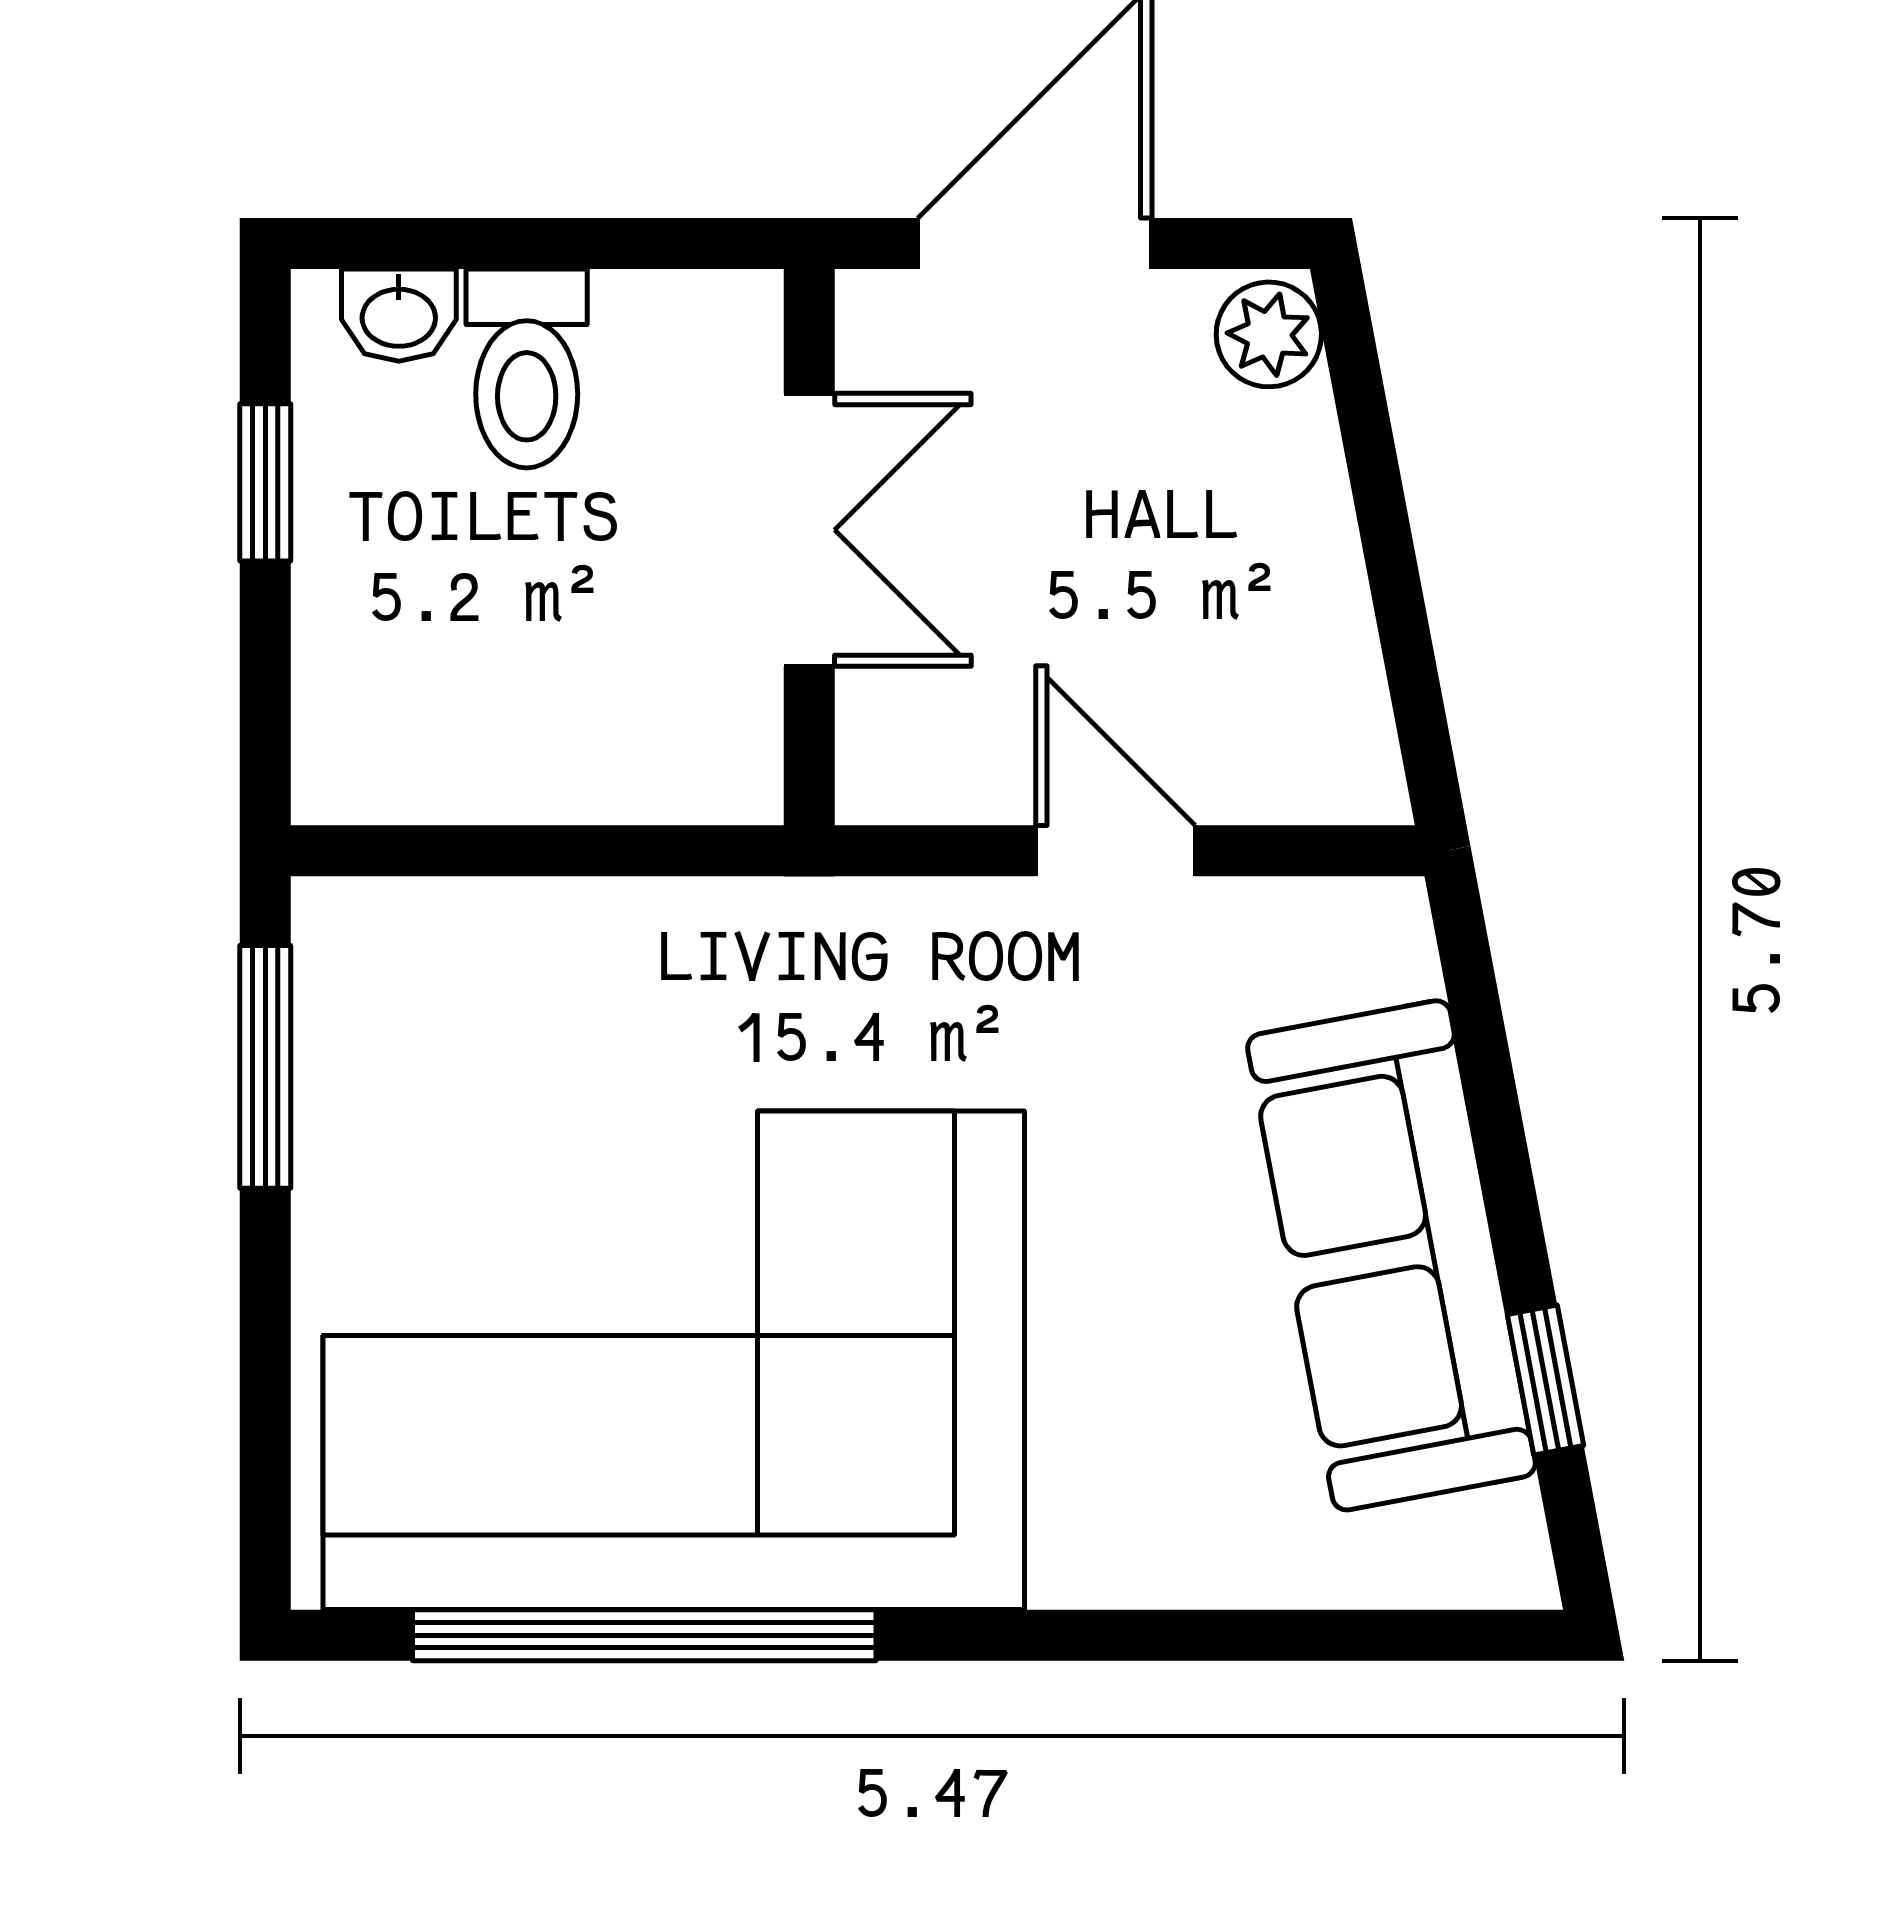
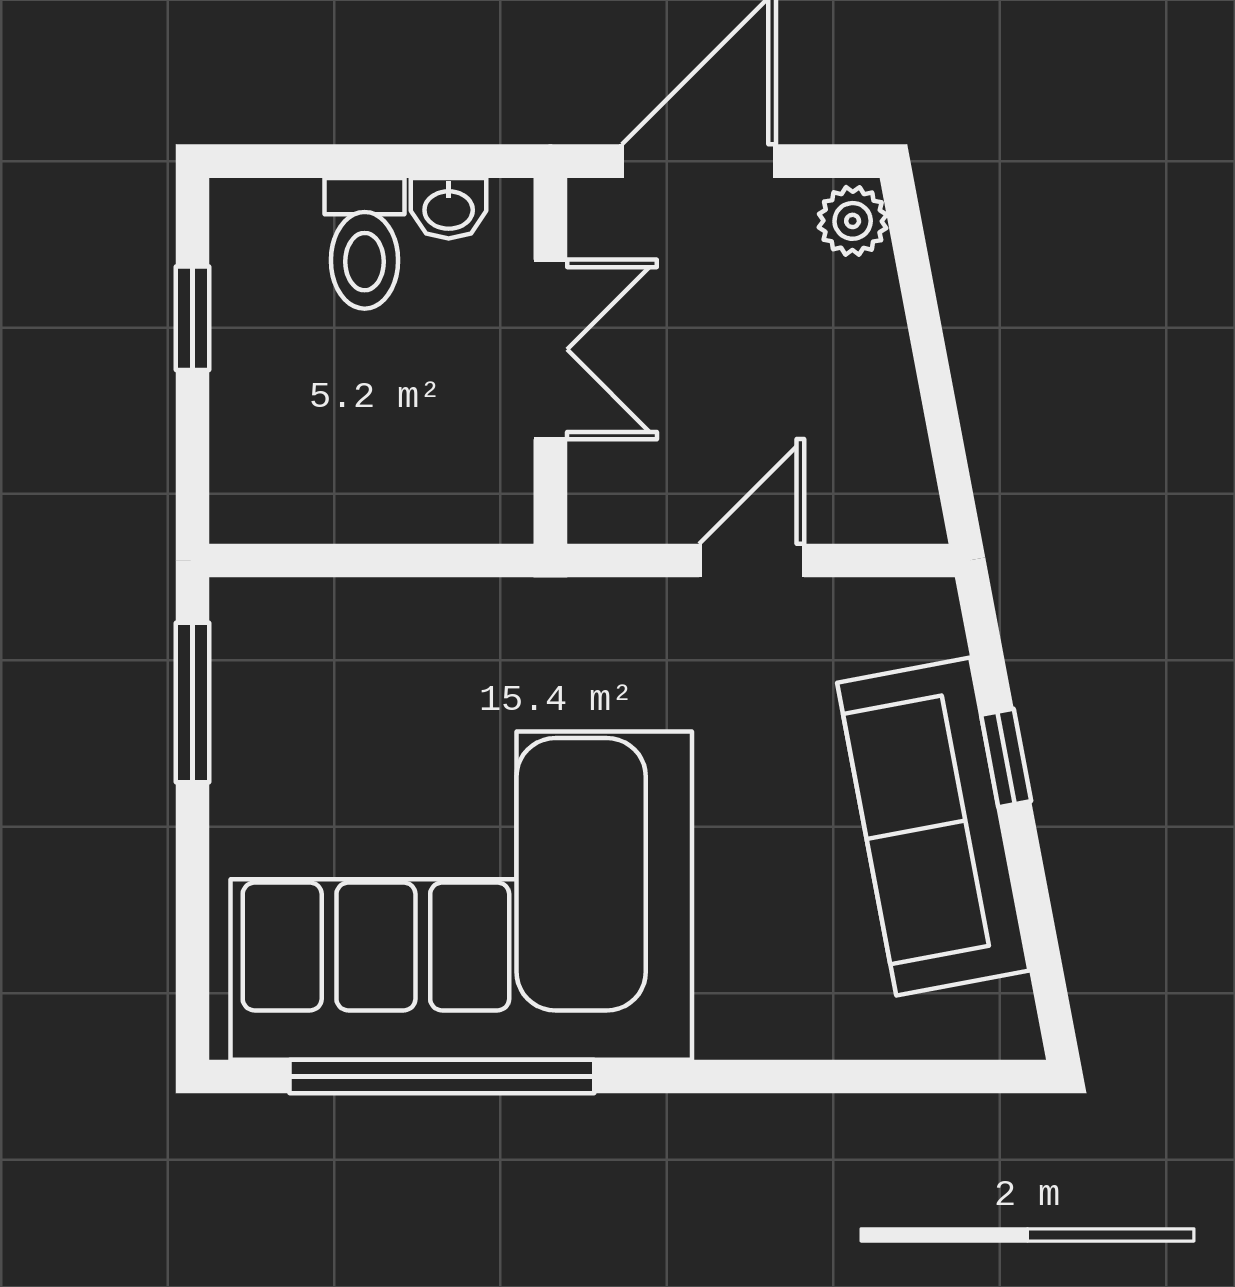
washbasin: (399, 315) -> (449, 208), moved
door: (1115, 851) -> (752, 561), hinge flipped
window: (1546, 1380) -> (1006, 758), moved

